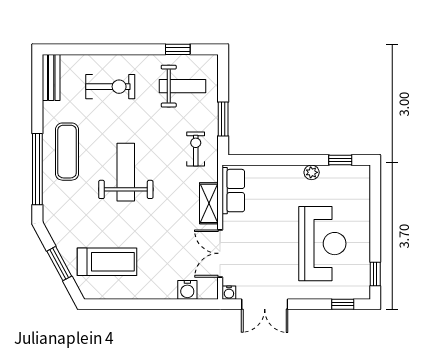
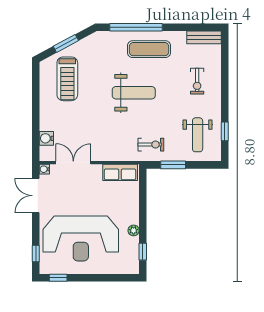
exercise bike: (110, 87) -> (197, 81), width x0.73, depth x0.72
shelving: (209, 203) -> (111, 154), removed
reception desk: (322, 244) -> (81, 238), width x1.36, depth x1.30

